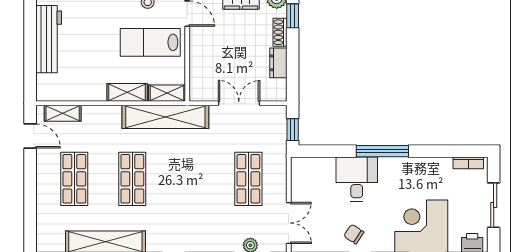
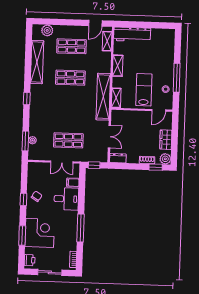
workbench: (49, 39) -> (132, 34), moved
dresser: (278, 63) -> (118, 158), moved
shelving: (127, 92) -> (118, 66), moved
window: (382, 151) -> (80, 228), moved
filing cabinet: (326, 168) -> (73, 183), added
double door: (289, 223) -> (62, 162), moved
plant: (46, 225) -> (47, 30), added

